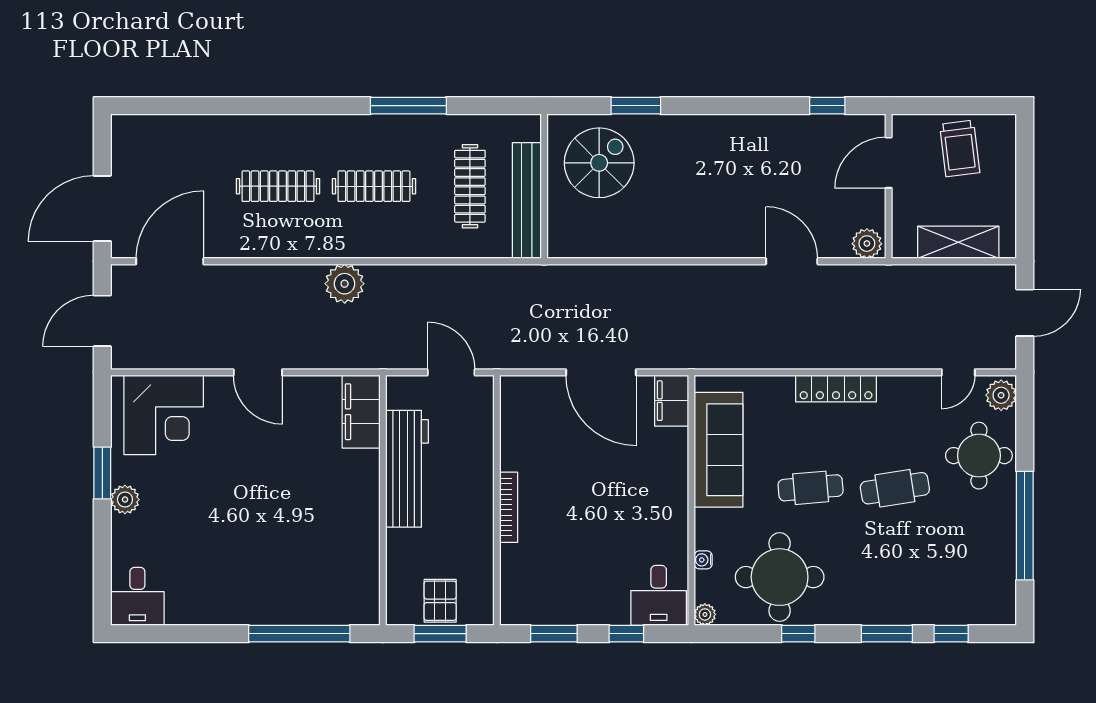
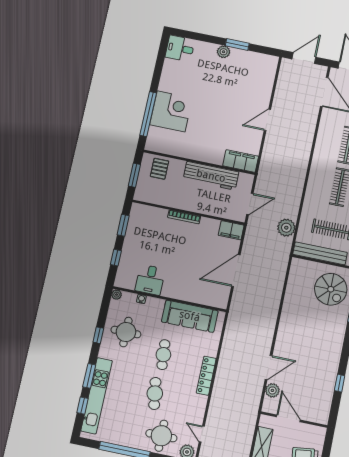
window: (827, 106) -> (340, 383), moved
door: (889, 163) -> (288, 418), moved
plant: (867, 244) -> (272, 390), moved
plant: (345, 284) -> (286, 228), moved
door: (102, 321) -> (304, 58), hinge flipped
filing cabinet: (672, 401) -> (231, 230), moved, turned 180
corner desk: (164, 415) -> (171, 111), moved, turned 180
round table: (780, 577) -> (126, 332), width x0.73, depth x0.73
desk: (659, 595) -> (150, 280), moved, turned -90
pallet: (440, 601) -> (160, 169), moved, turned 90
kitchen unit: (925, 609) -> (97, 396), added

